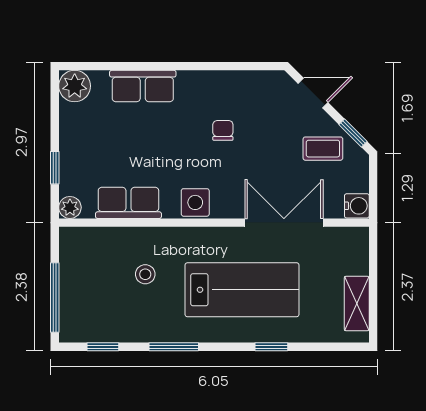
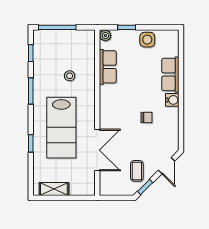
plant: (75, 86) -> (170, 38), removed
side table: (195, 202) -> (147, 40), moved
water cooler: (357, 206) -> (172, 100), moved, turned -90

